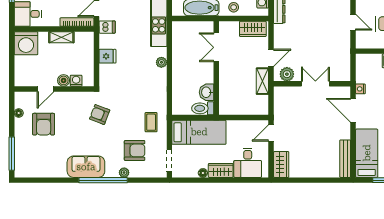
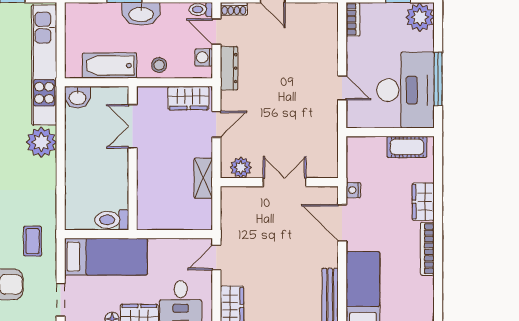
door: (271, 58) -> (216, 124), moved
plant: (161, 62) -> (41, 142), width x1.88, depth x1.88
washbasin: (207, 92) -> (78, 97), moved, turned -90

